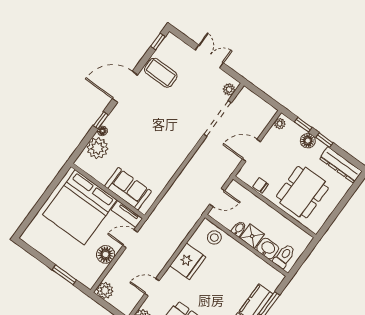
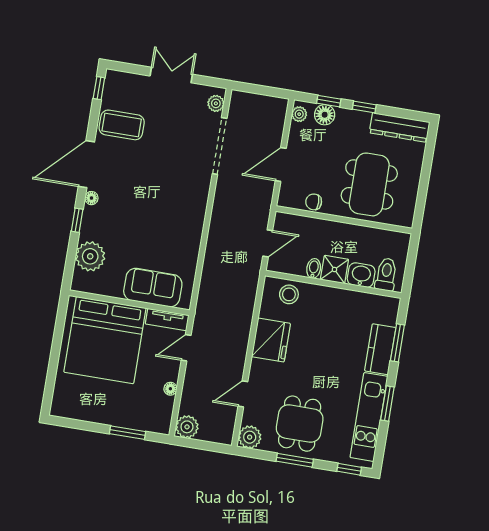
floor lamp: (102, 131) -> (91, 198), moved
floor lamp: (308, 141) -> (325, 115), moved
floor lamp: (106, 254) -> (170, 389), width x0.53, depth x0.53

